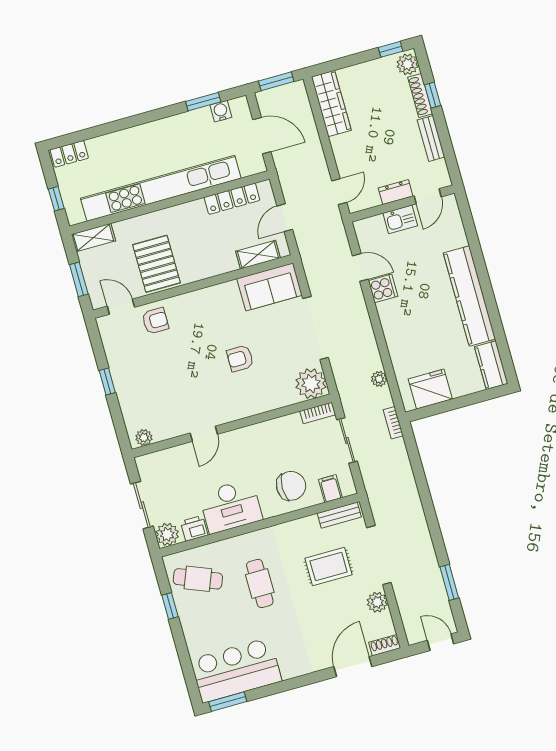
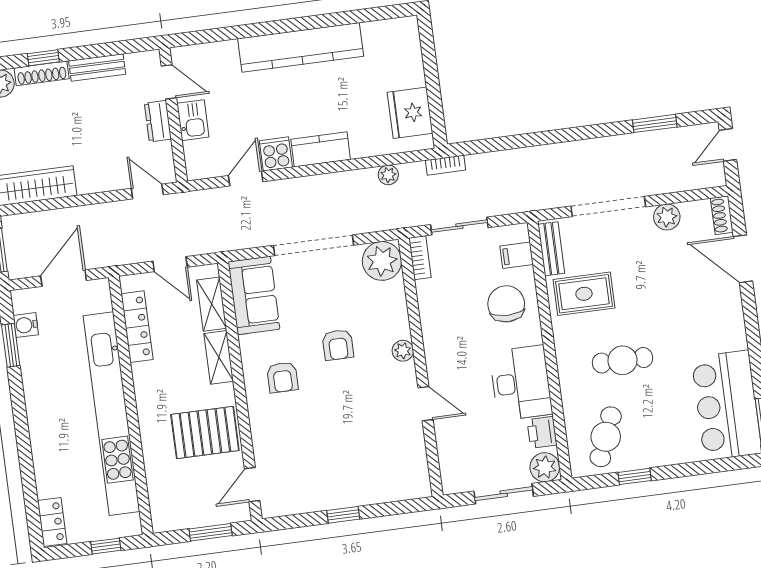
shelving: (93, 237) -> (219, 357), moved
armchair: (155, 321) -> (282, 377), moved, turned 180
kitchen counter: (491, 365) -> (321, 149), moved, turned 180
plant: (144, 438) -> (403, 351), moved
rug: (329, 567) -> (584, 294), moved, turned 90

